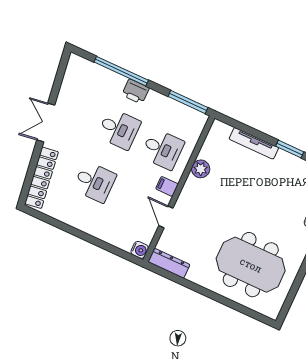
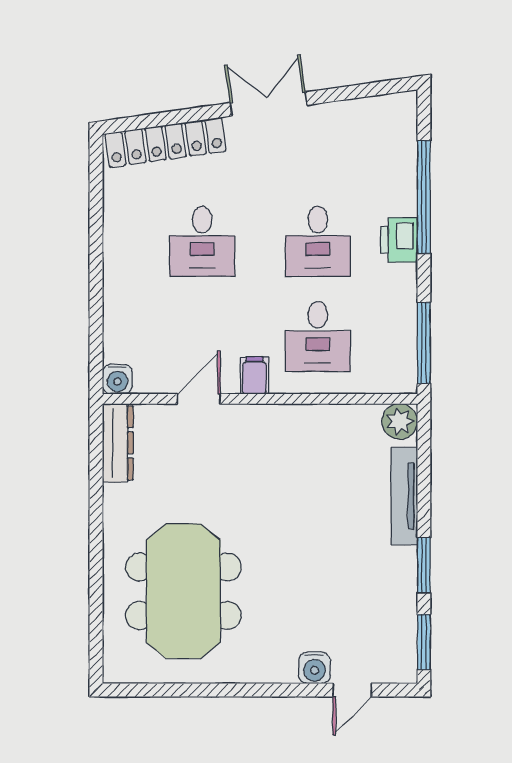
plant: (201, 169) -> (400, 421), moved

